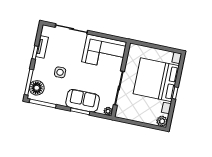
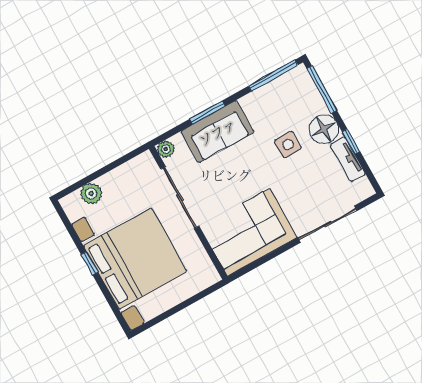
floor lamp: (37, 88) -> (324, 129), moved
plant: (162, 121) -> (91, 194), moved

